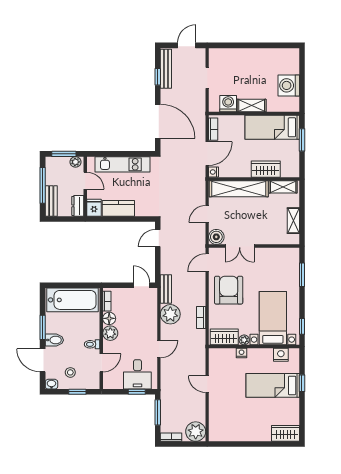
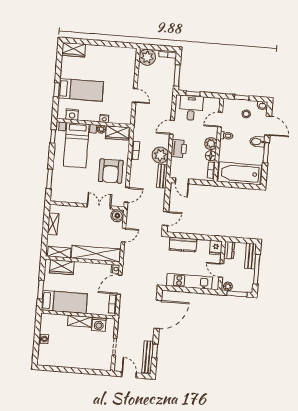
door: (187, 45) -> (129, 375), swing flipped
washing machine: (289, 85) -> (44, 339), width x0.53, depth x0.53
door: (158, 121) -> (158, 314), swing flipped
wardrobe: (266, 169) -> (62, 267), moved
kitchen counter: (118, 208) -> (183, 244), moved
printer: (148, 324) -> (179, 149), added

